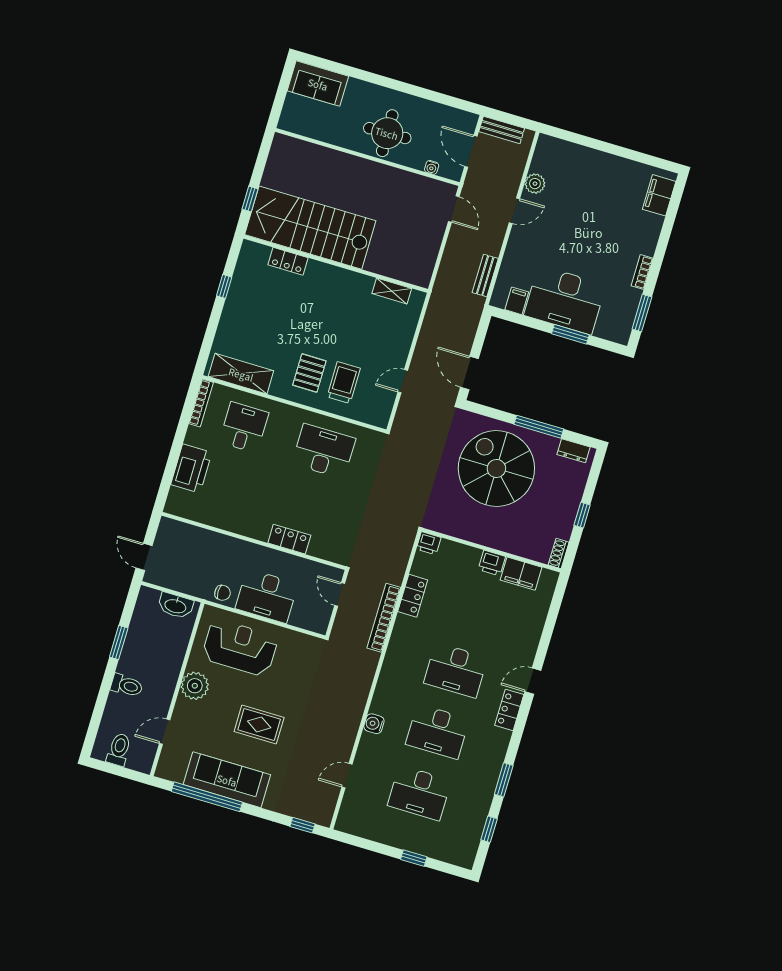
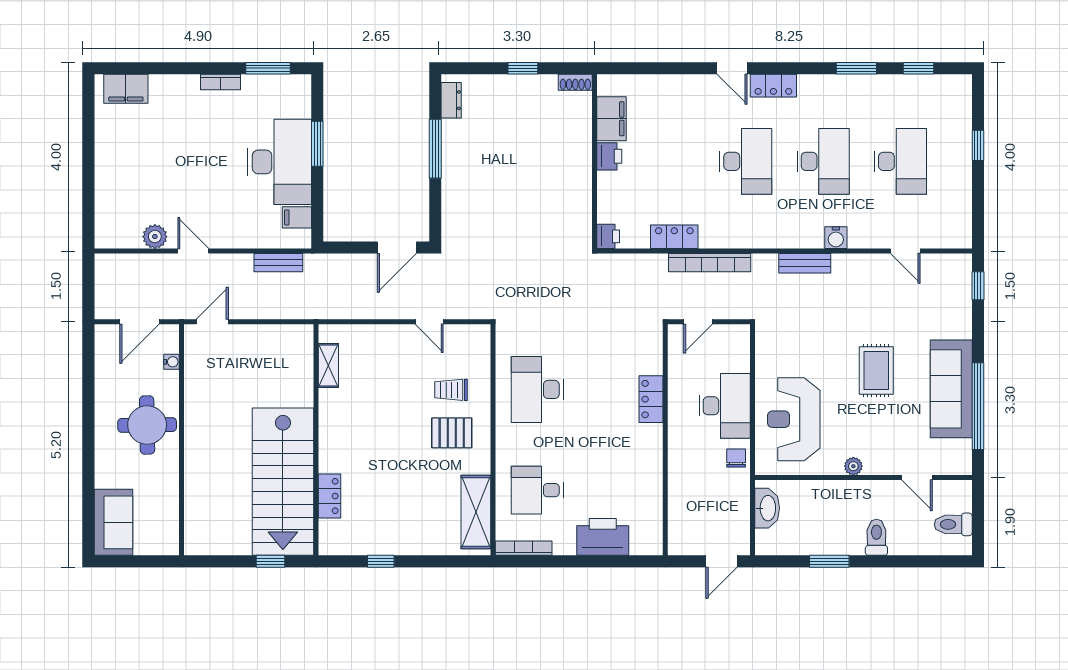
bench: (502, 130) -> (805, 263), moved, turned 90
trolley: (344, 383) -> (451, 390), width x0.73, depth x0.72
spiral stairs: (496, 468) -> (498, 183), removed
plant: (195, 686) -> (853, 466), width x0.53, depth x0.53

